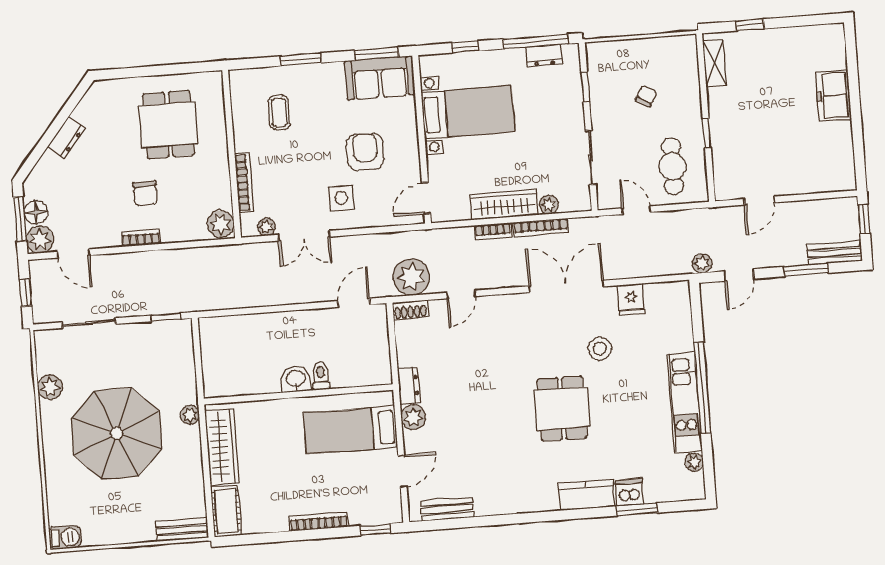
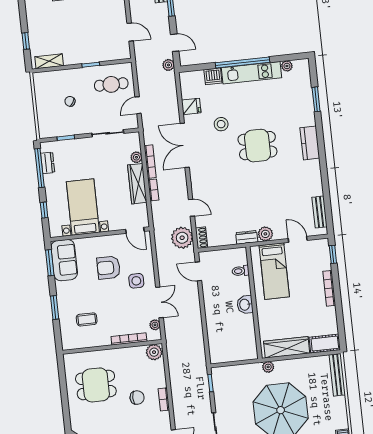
toilet: (321, 376) -> (241, 271), moved
dishwasher: (629, 492) -> (213, 76), moved, turned -90
kitchen counter: (586, 495) -> (310, 143), moved
bench: (182, 530) -> (337, 375), width x1.36

